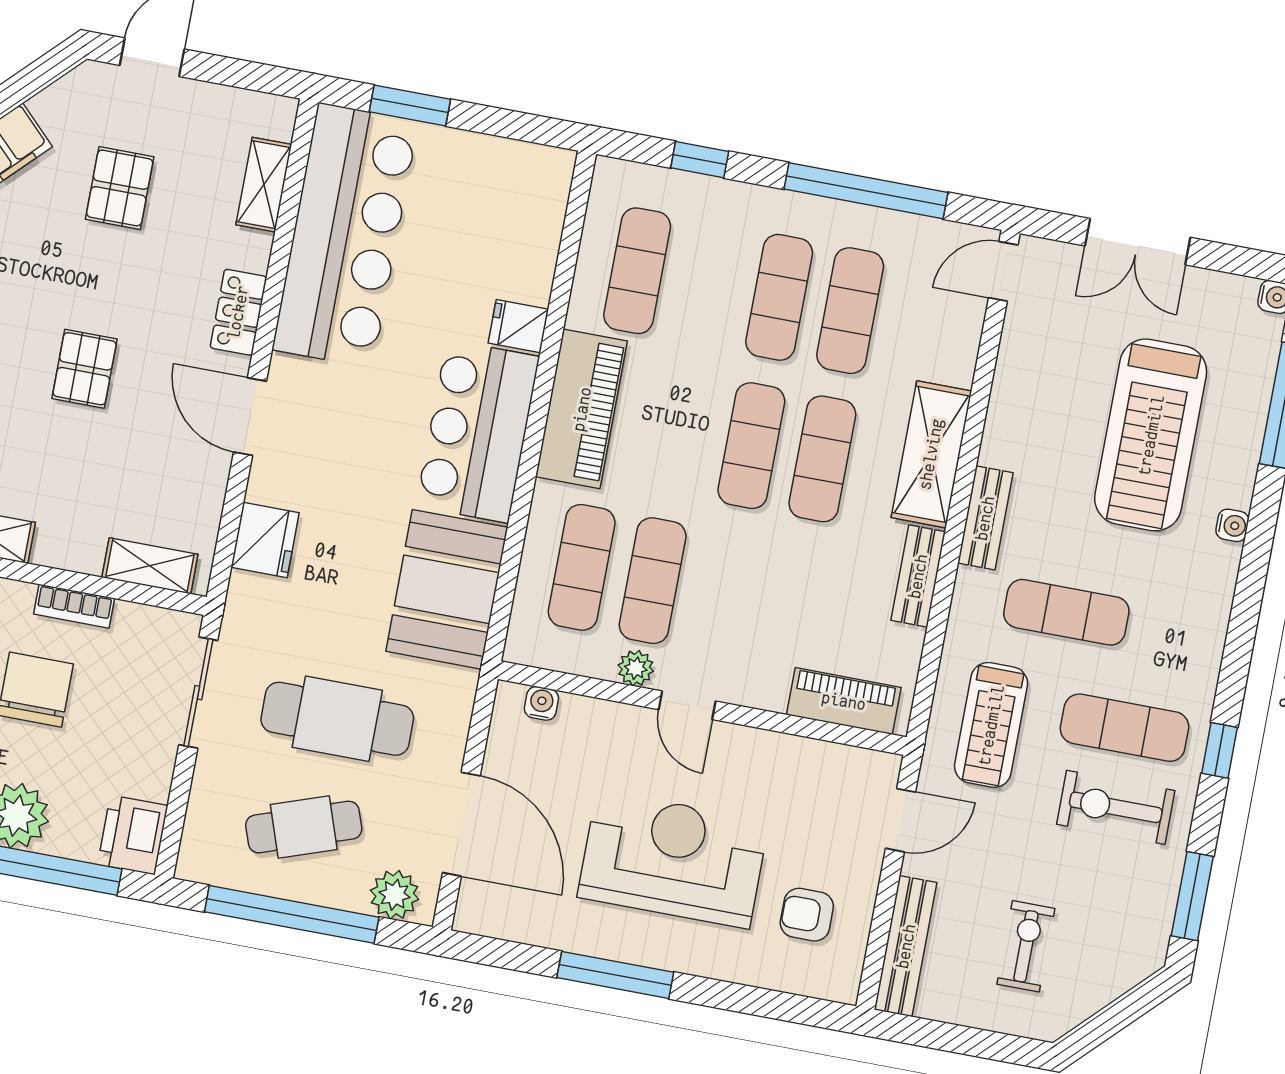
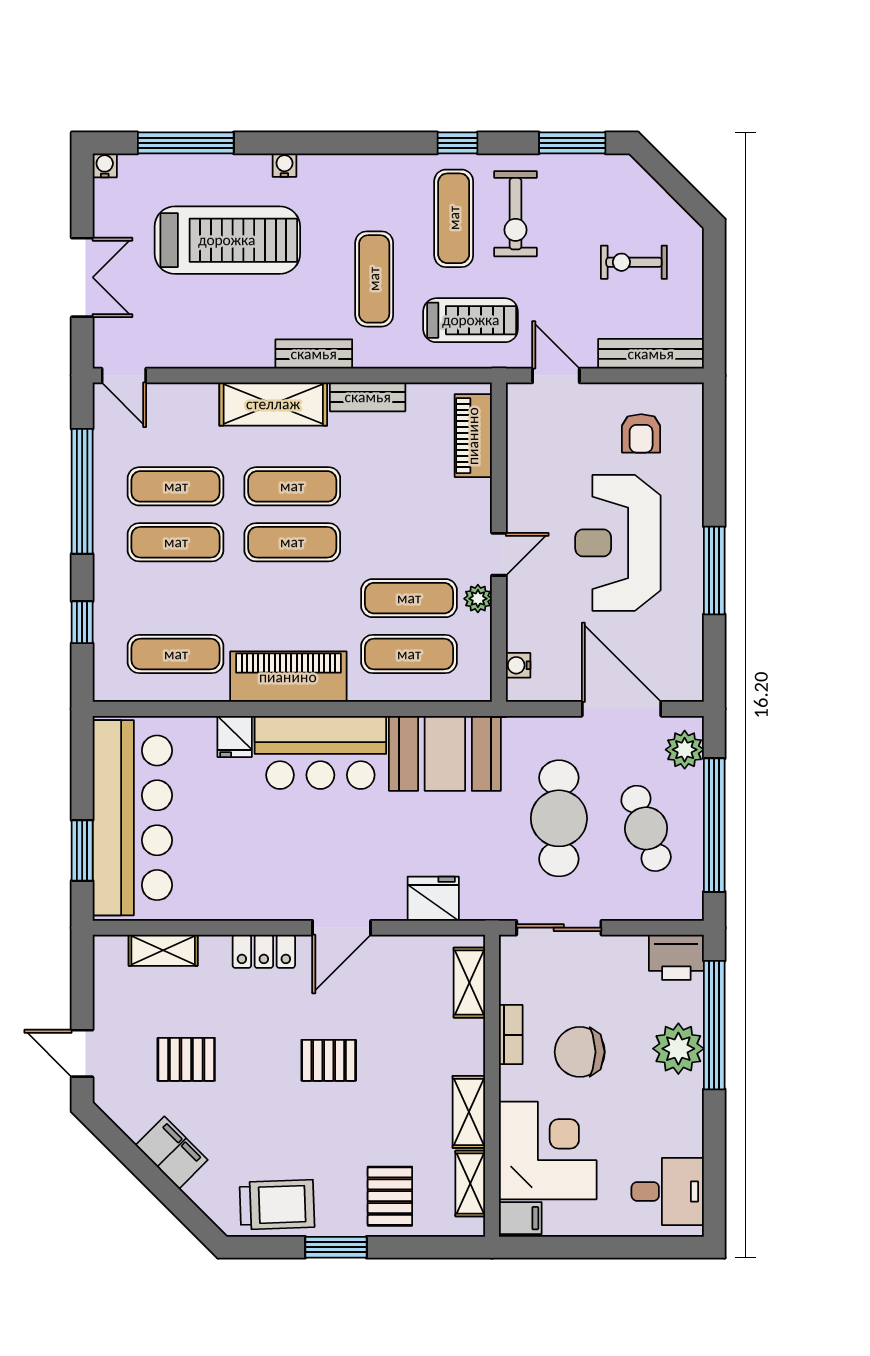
bar counter: (345, 235) -> (132, 818), moved, turned 90
door: (461, 824) -> (621, 709), hinge flipped

